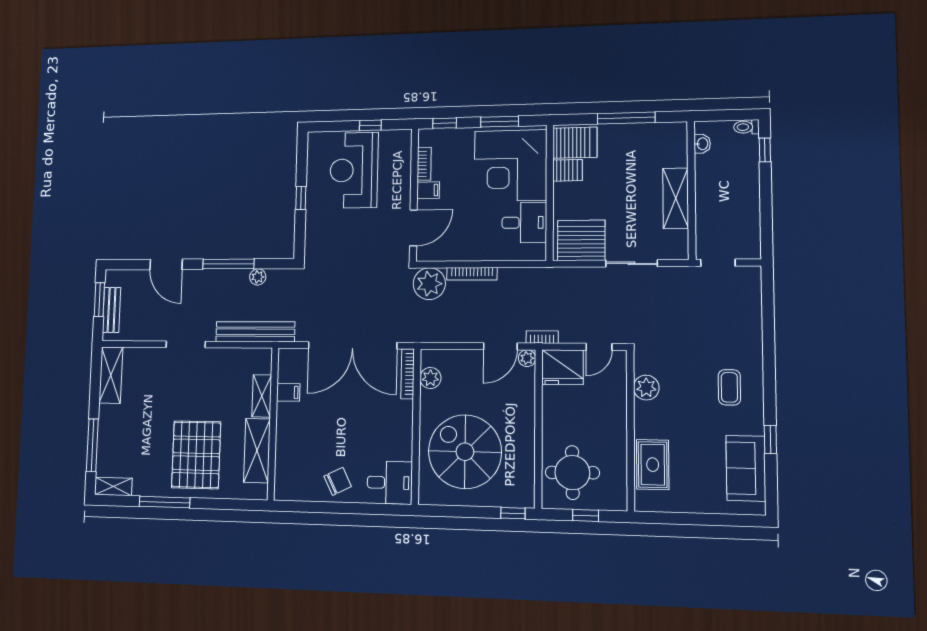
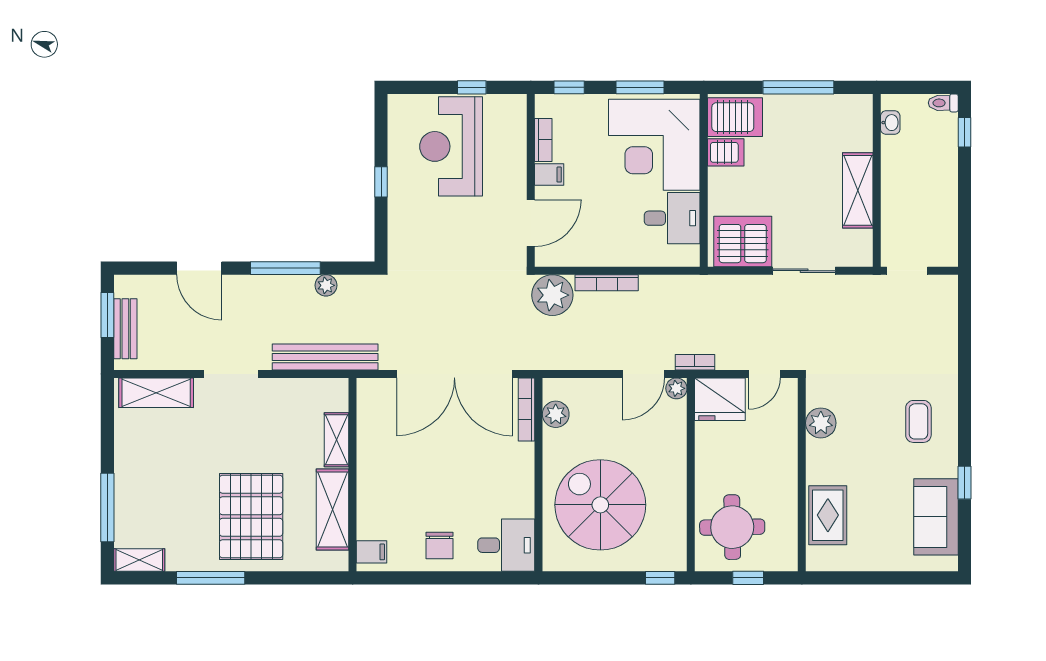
shelving: (111, 375) -> (156, 393), moved, turned 90
filing cabinet: (288, 392) -> (372, 552), moved
chair: (338, 481) -> (439, 545), turned 116

